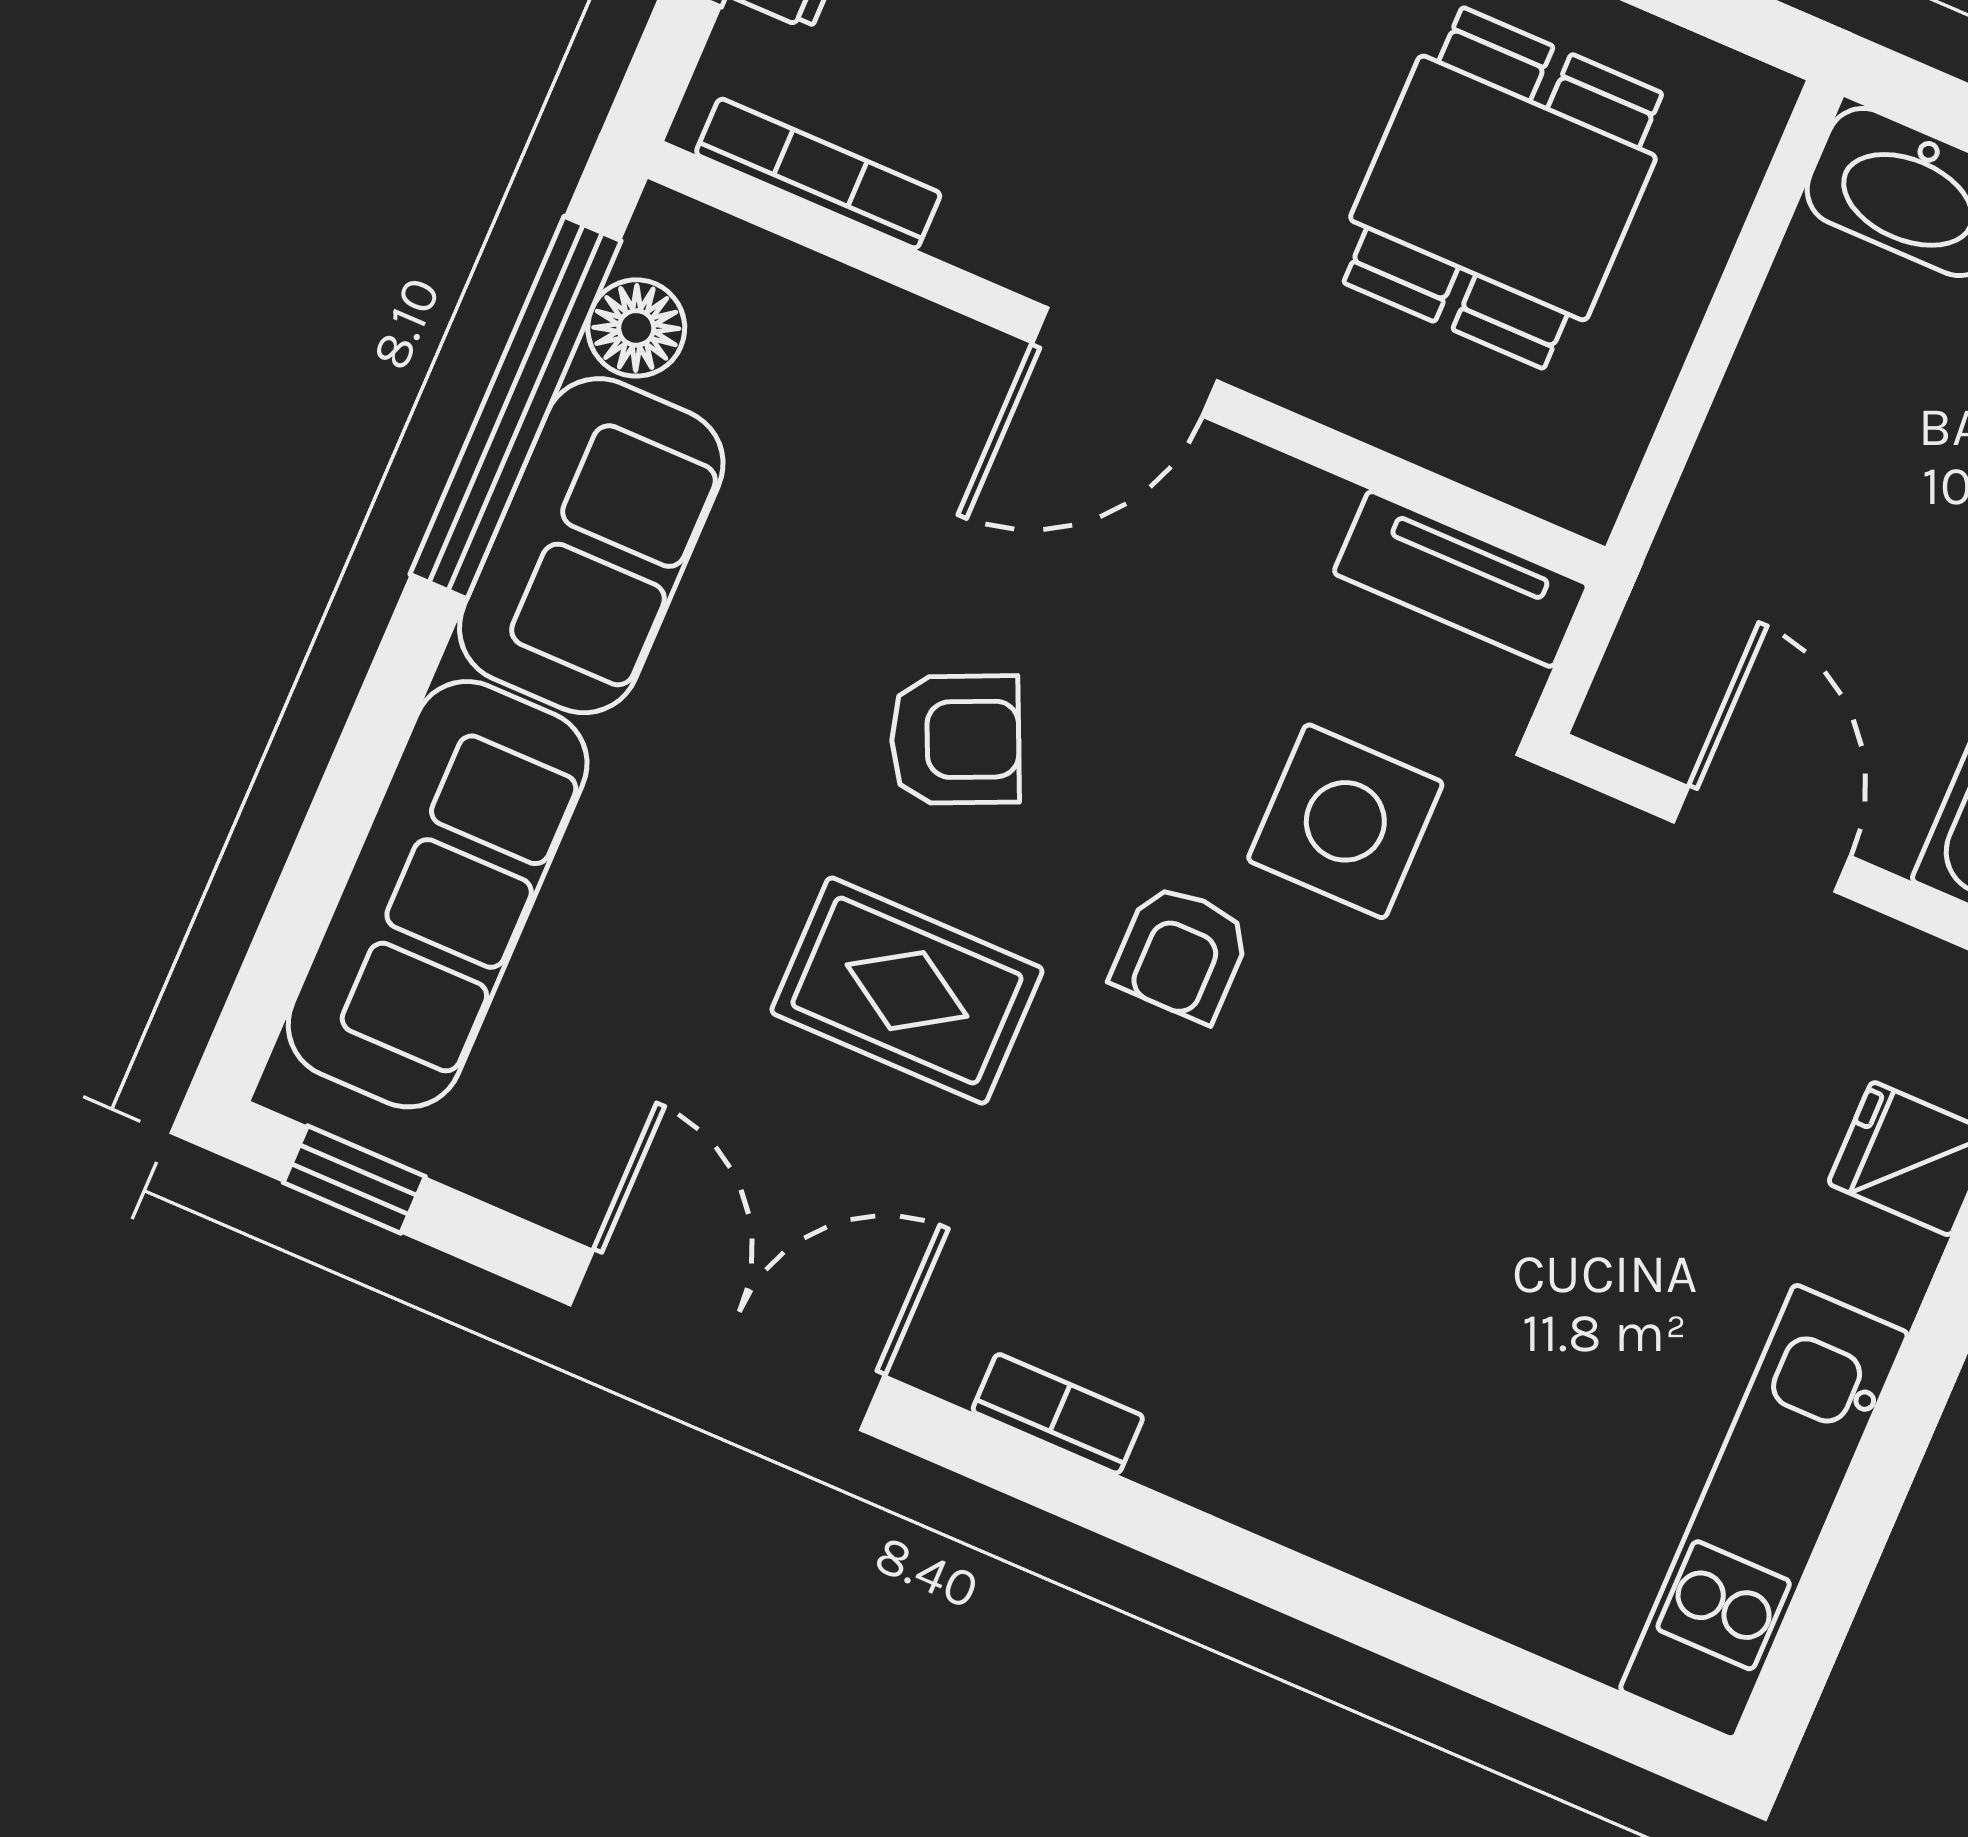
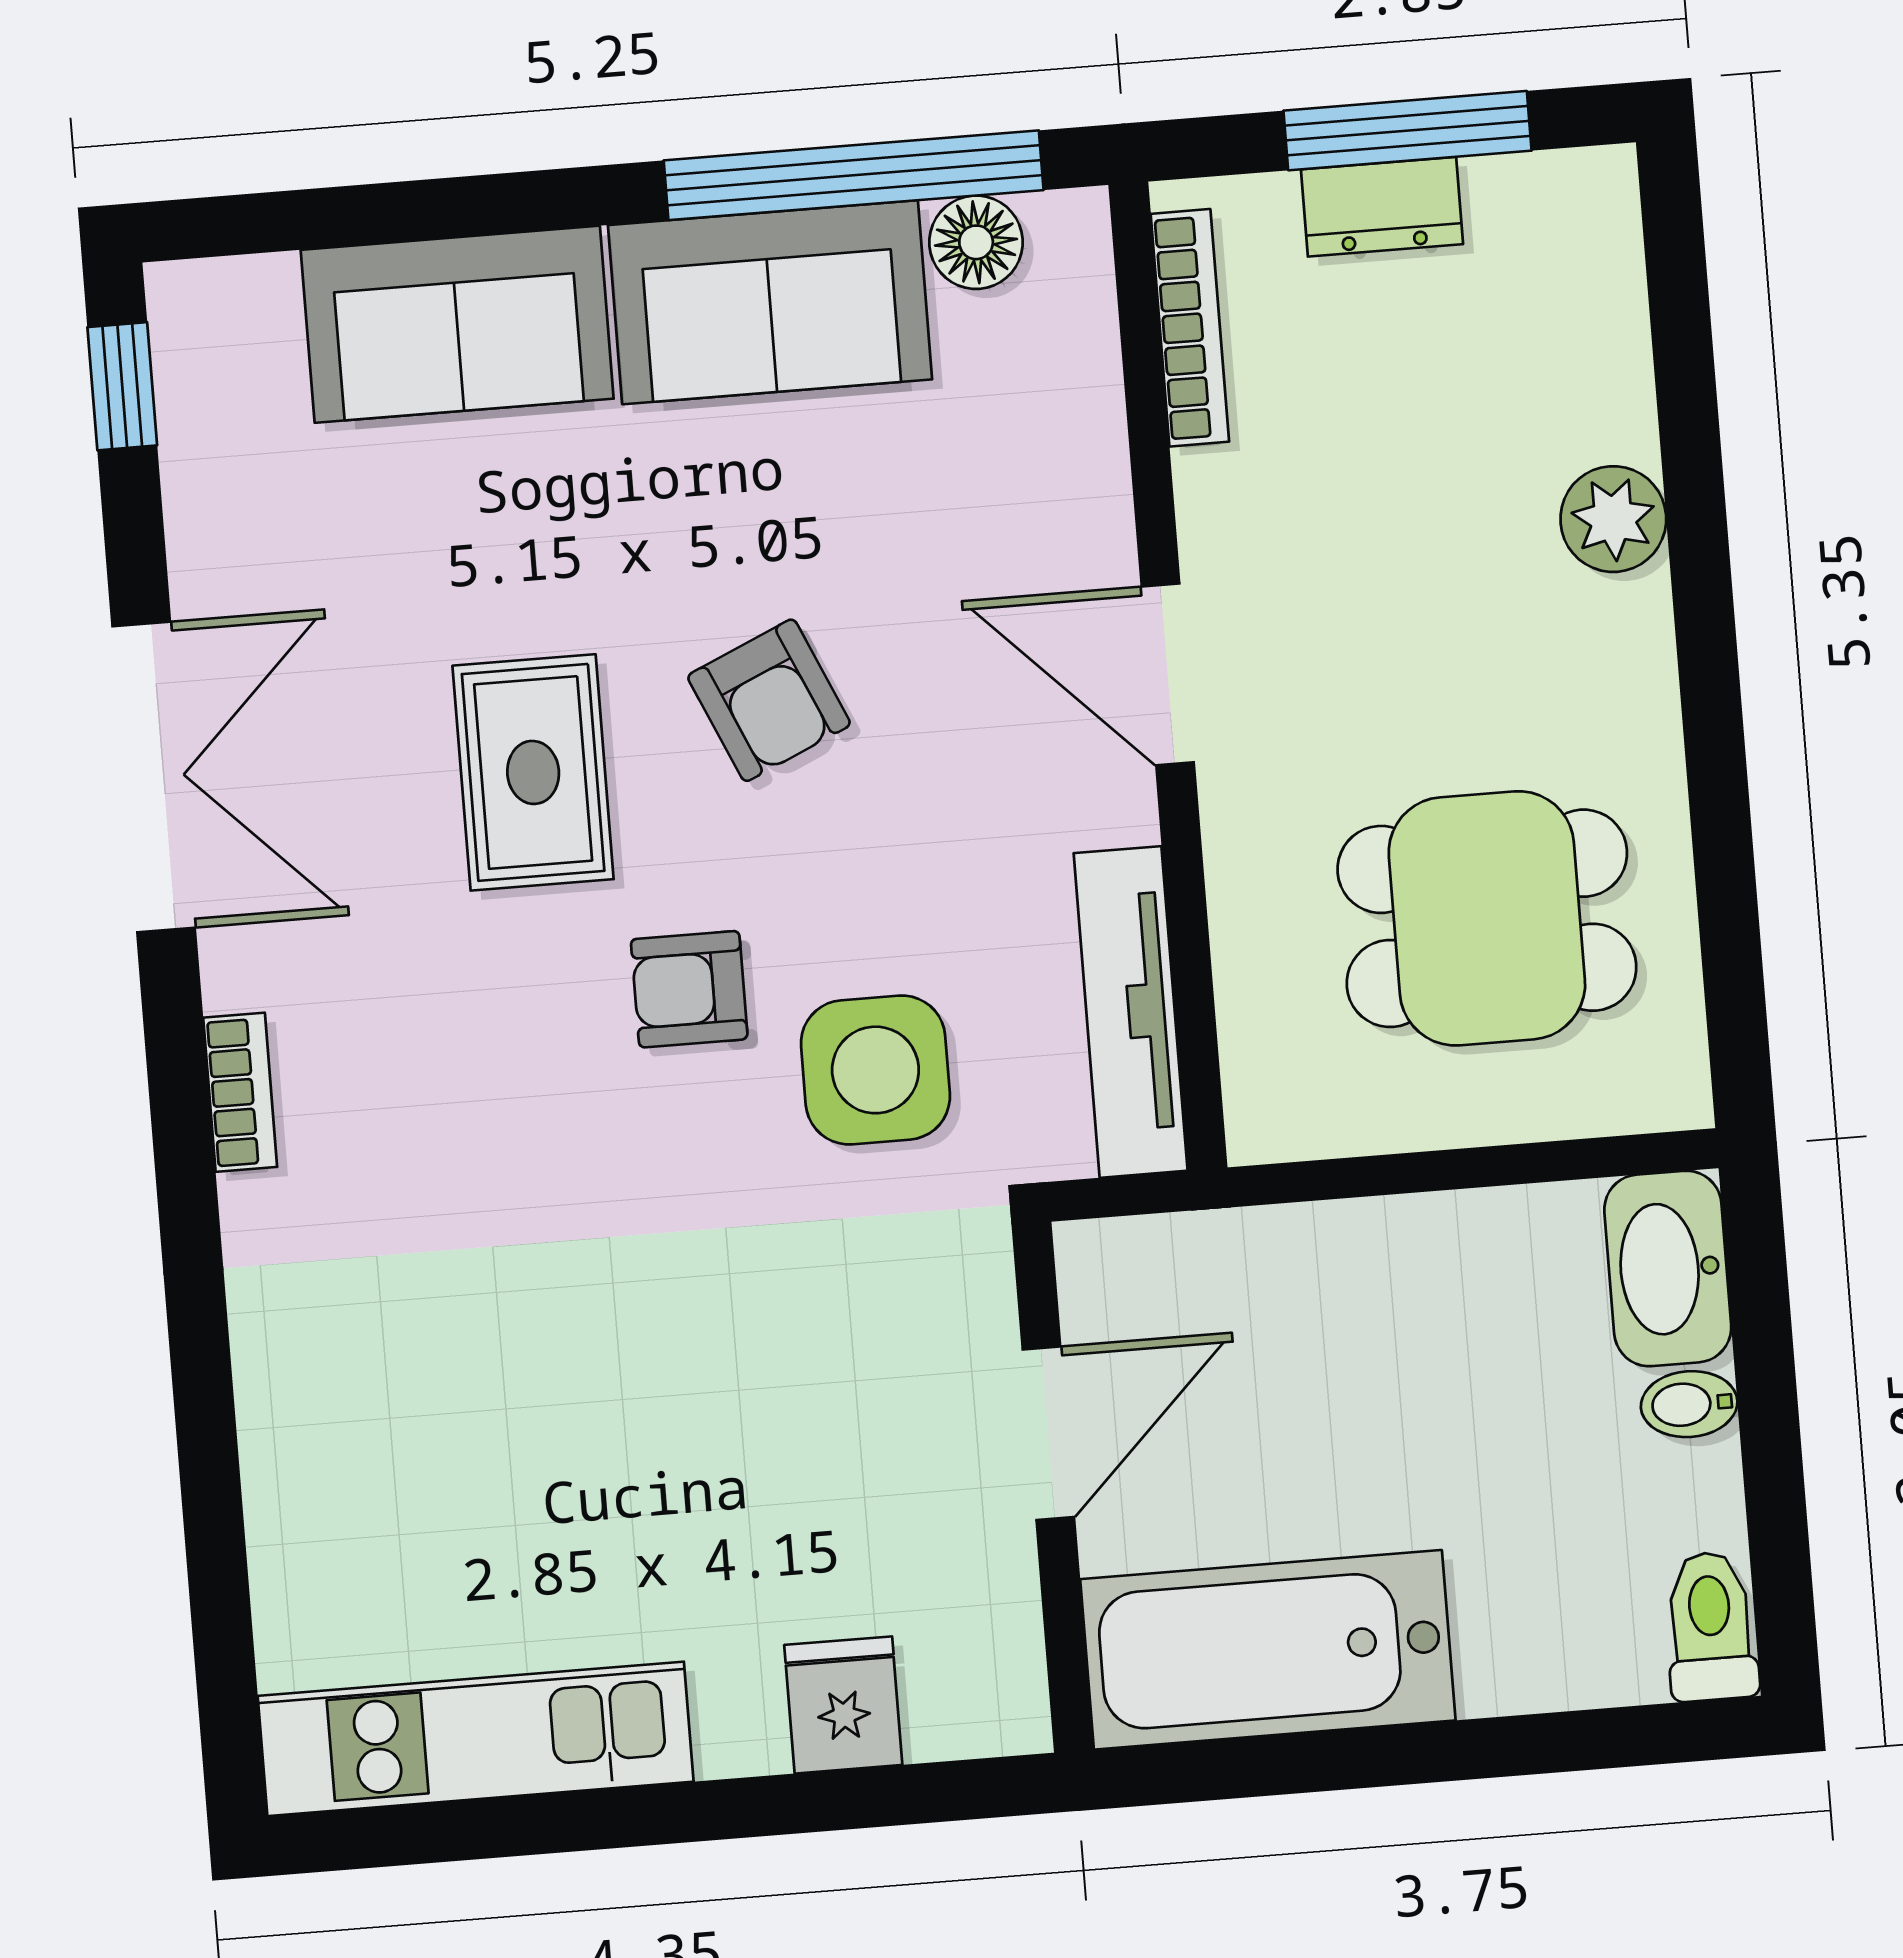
tv unit: (1461, 579) -> (1131, 1012), width x1.41
sofa: (438, 894) -> (457, 324), width x0.73

